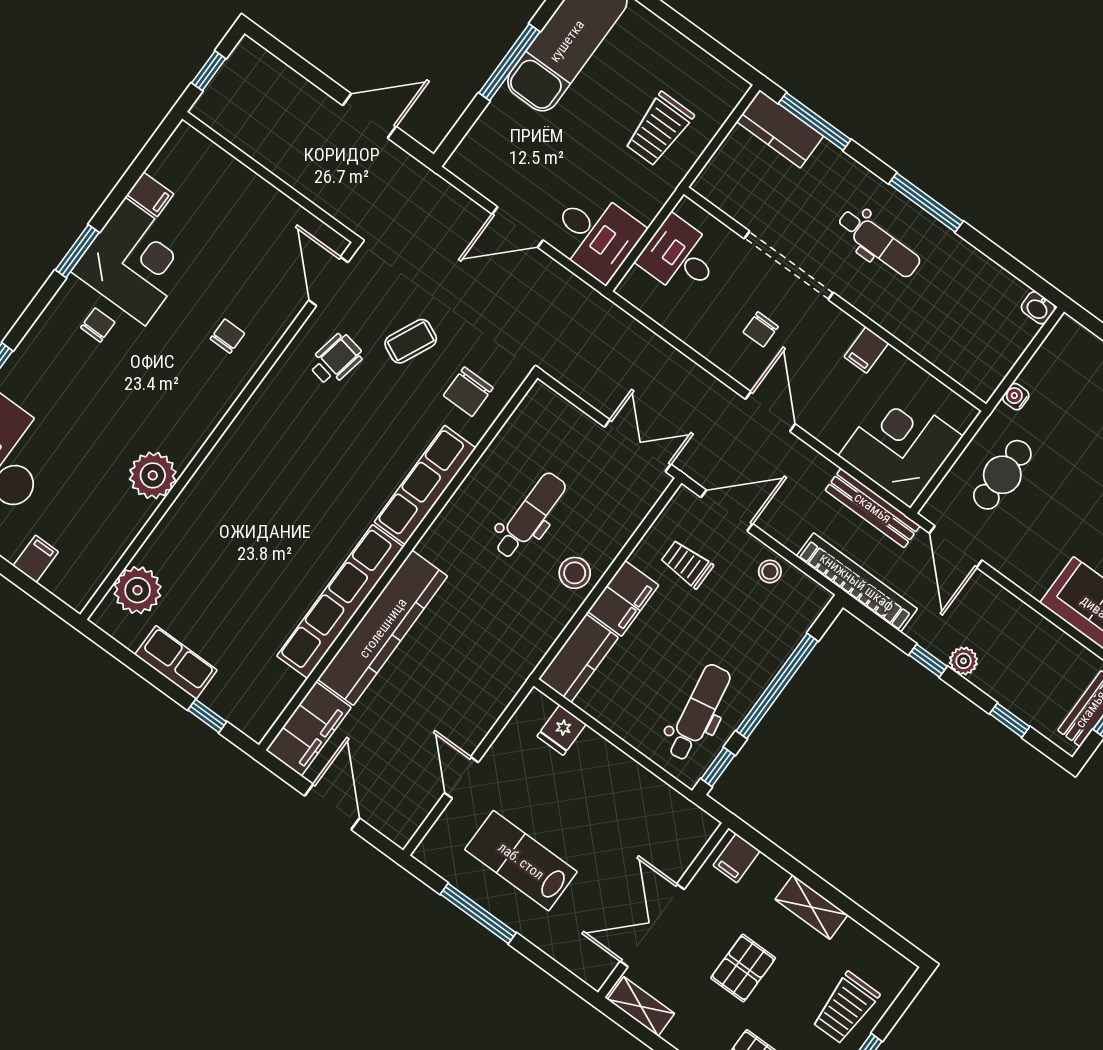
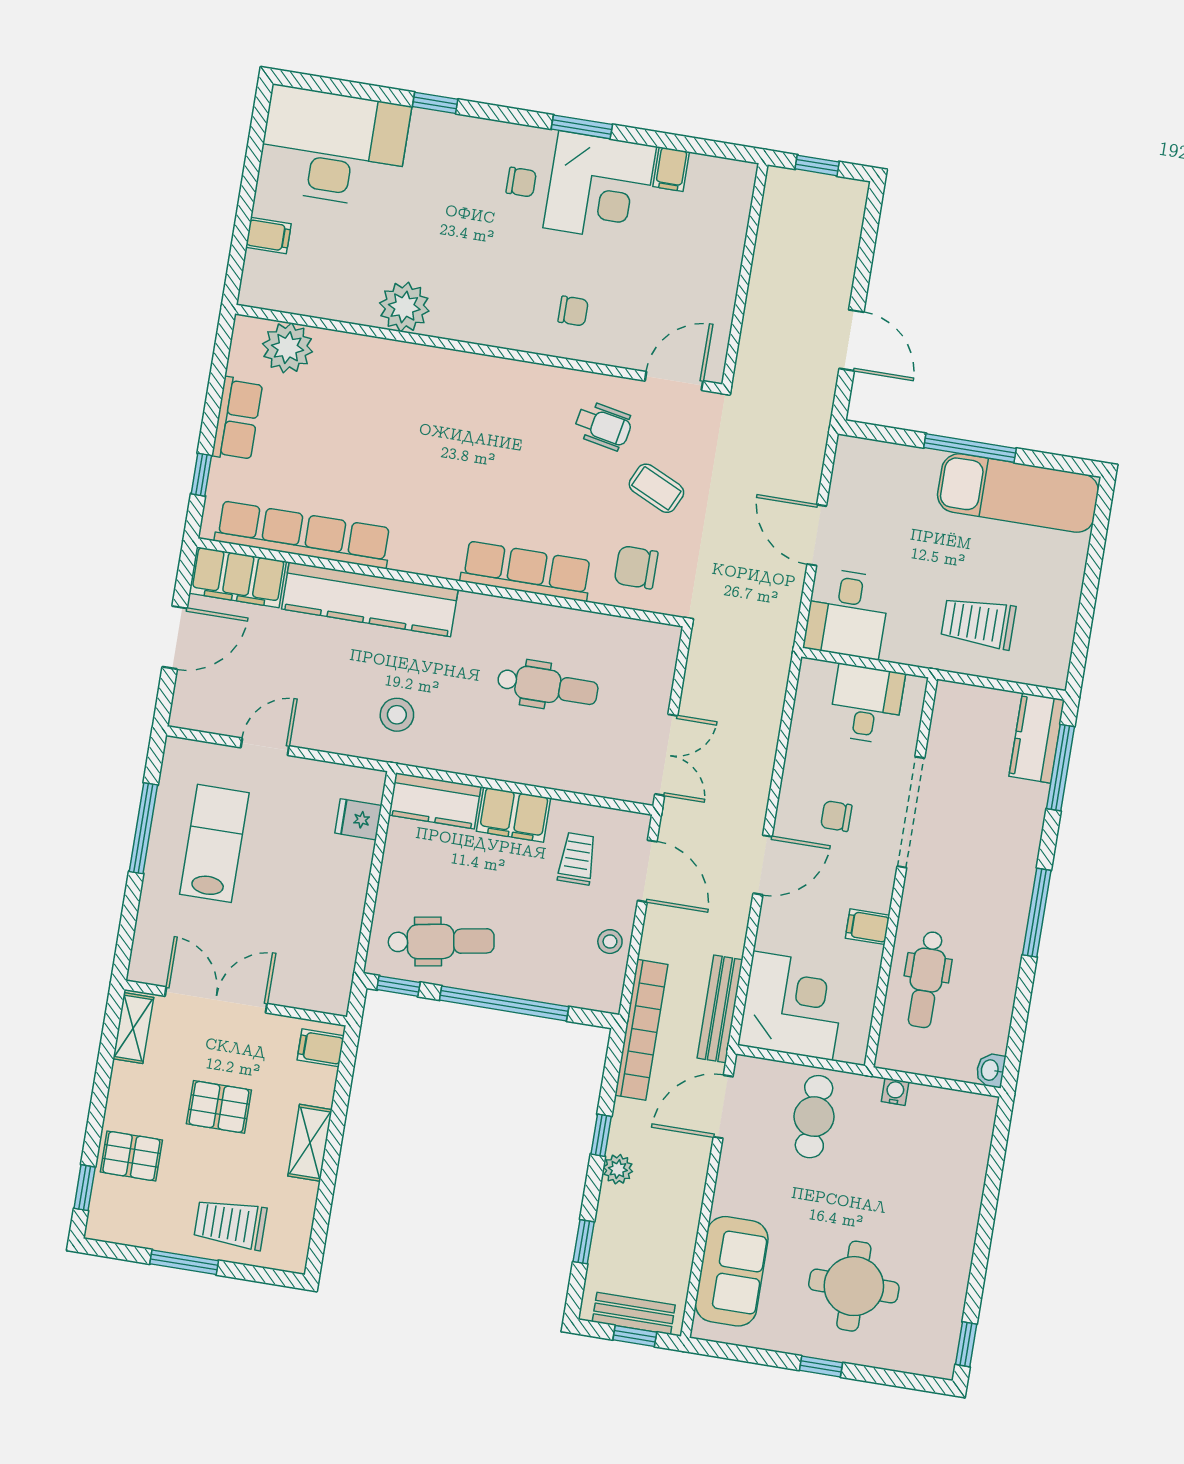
dental chair: (879, 243) -> (926, 980), moved
cafe table: (1002, 475) -> (814, 1117), turned 90
stool: (575, 573) -> (397, 715), moved
row of seats: (340, 602) -> (303, 535), moved

